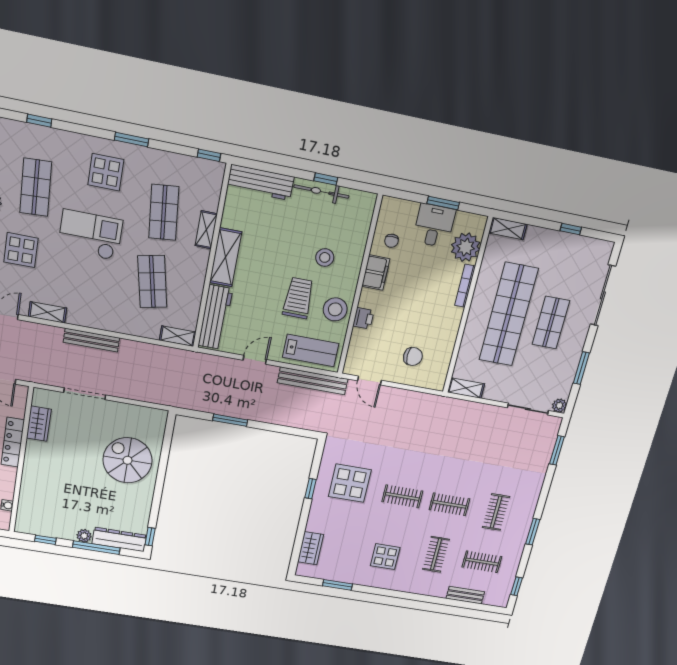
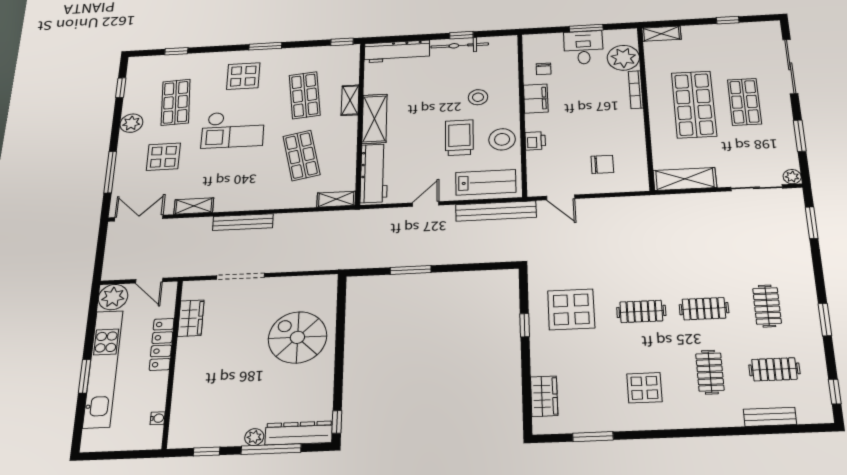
checkout: (90, 235) -> (233, 129), turned 180
shop shelf: (508, 314) -> (694, 104), width x0.71
shelving: (466, 388) -> (685, 179), width x1.50, depth x1.33

